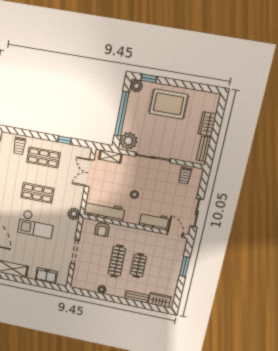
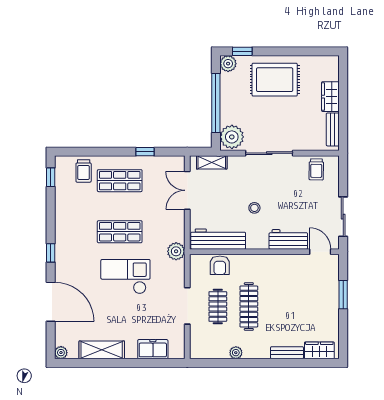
checkout: (36, 224) -> (125, 277), turned 180
clothes rail: (138, 265) -> (218, 306), moved

